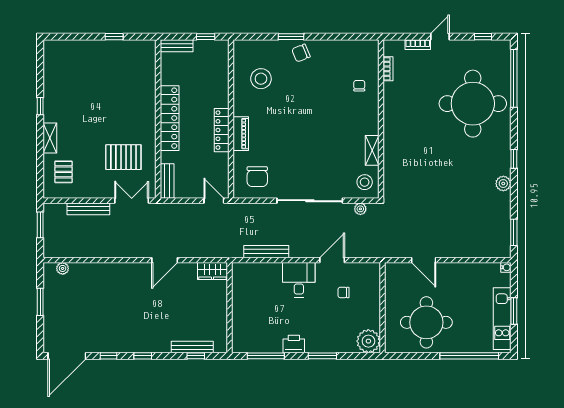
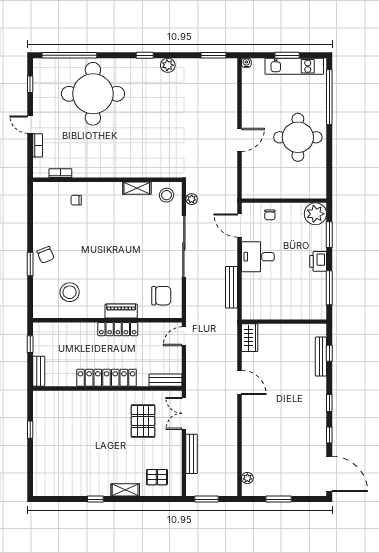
wall: (382, 308) -> (284, 201), moved
plant: (368, 341) -> (315, 214), moved

